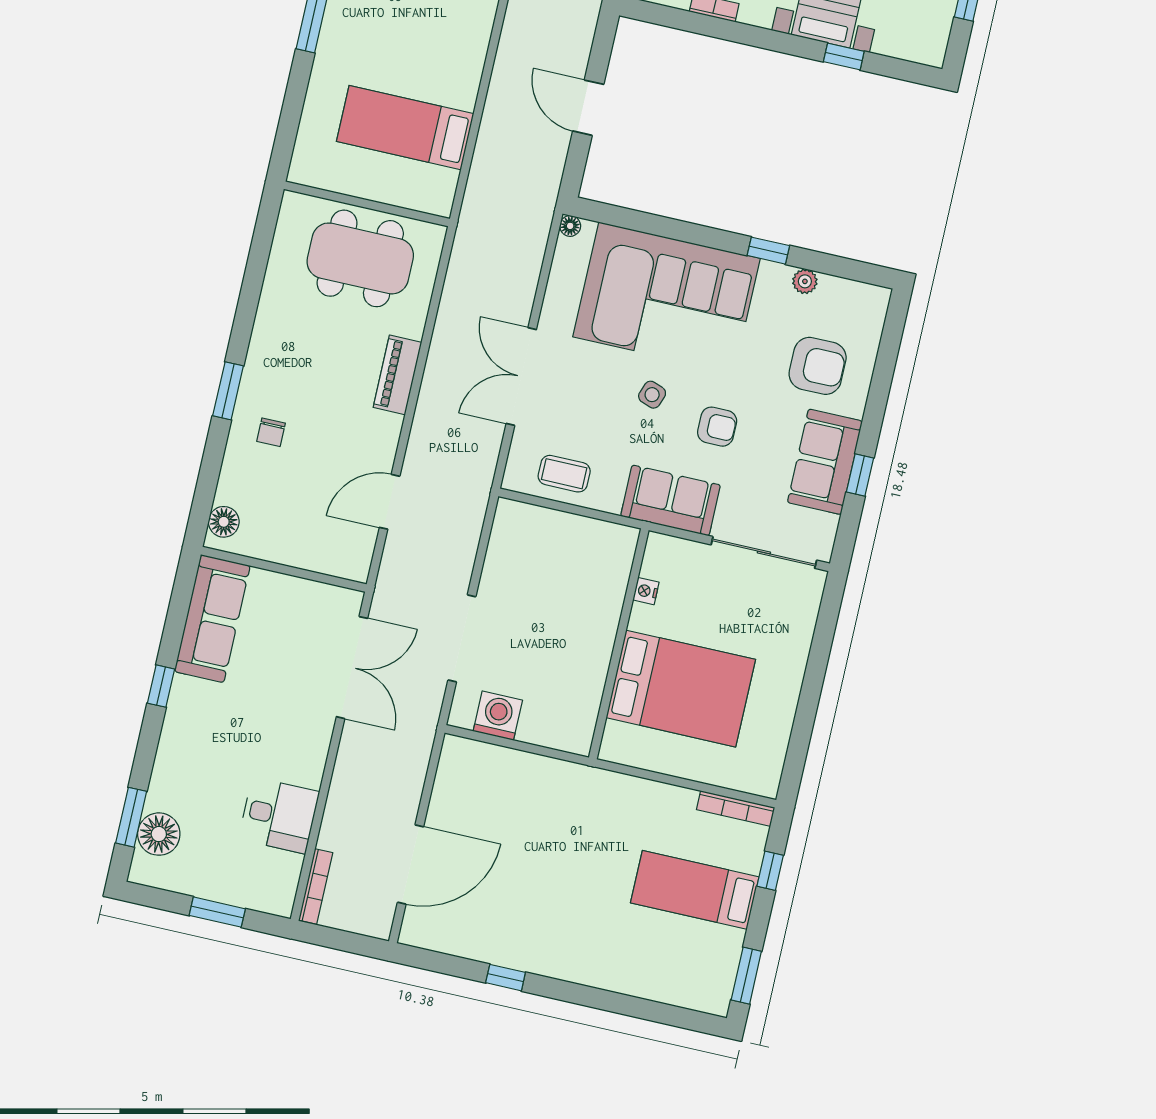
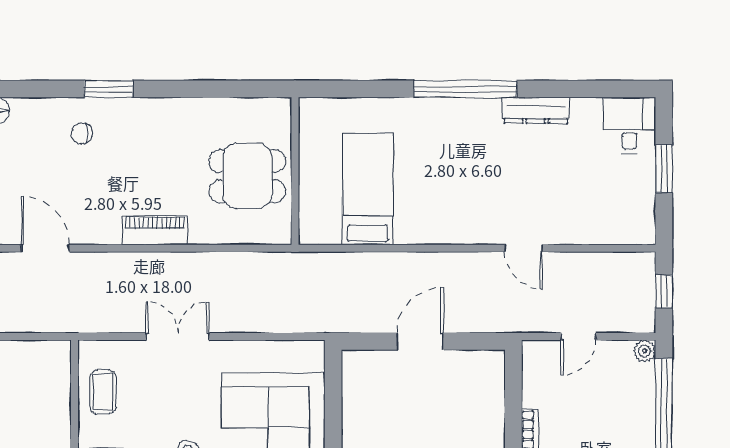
floor lamp: (570, 226) -> (316, 349), removed
dining table: (360, 258) -> (247, 176), width x0.73
double door: (521, 376) -> (178, 337), width x0.73

